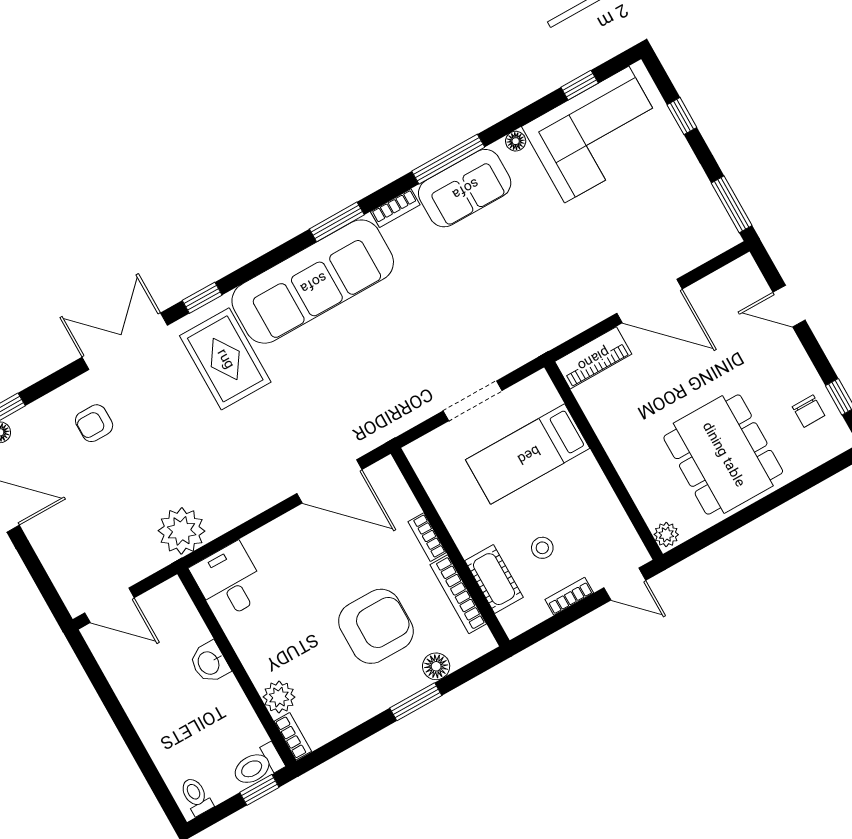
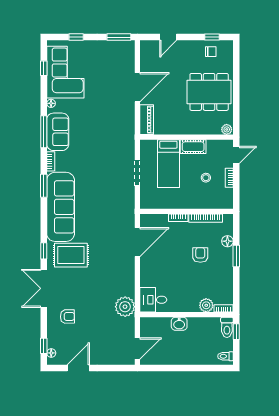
armchair: (94, 423) -> (67, 317), turned -91
cot: (494, 579) -> (193, 147), moved
armchair: (376, 626) -> (200, 255), width x0.53, depth x0.53

